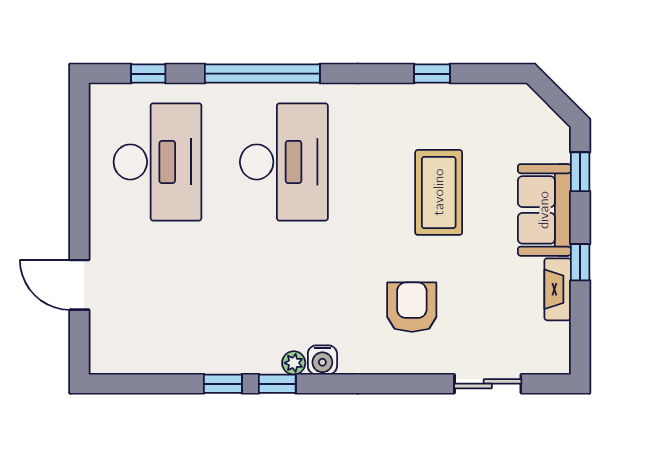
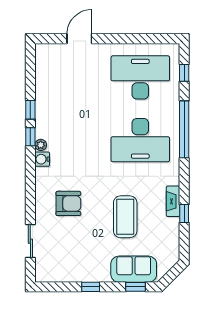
desk: (158, 162) -> (140, 77), turned 180
coffee table: (439, 192) -> (125, 217), turned 90
sofa: (544, 210) -> (134, 269), moved
fireplace: (558, 289) -> (173, 201), moved, turned -90

